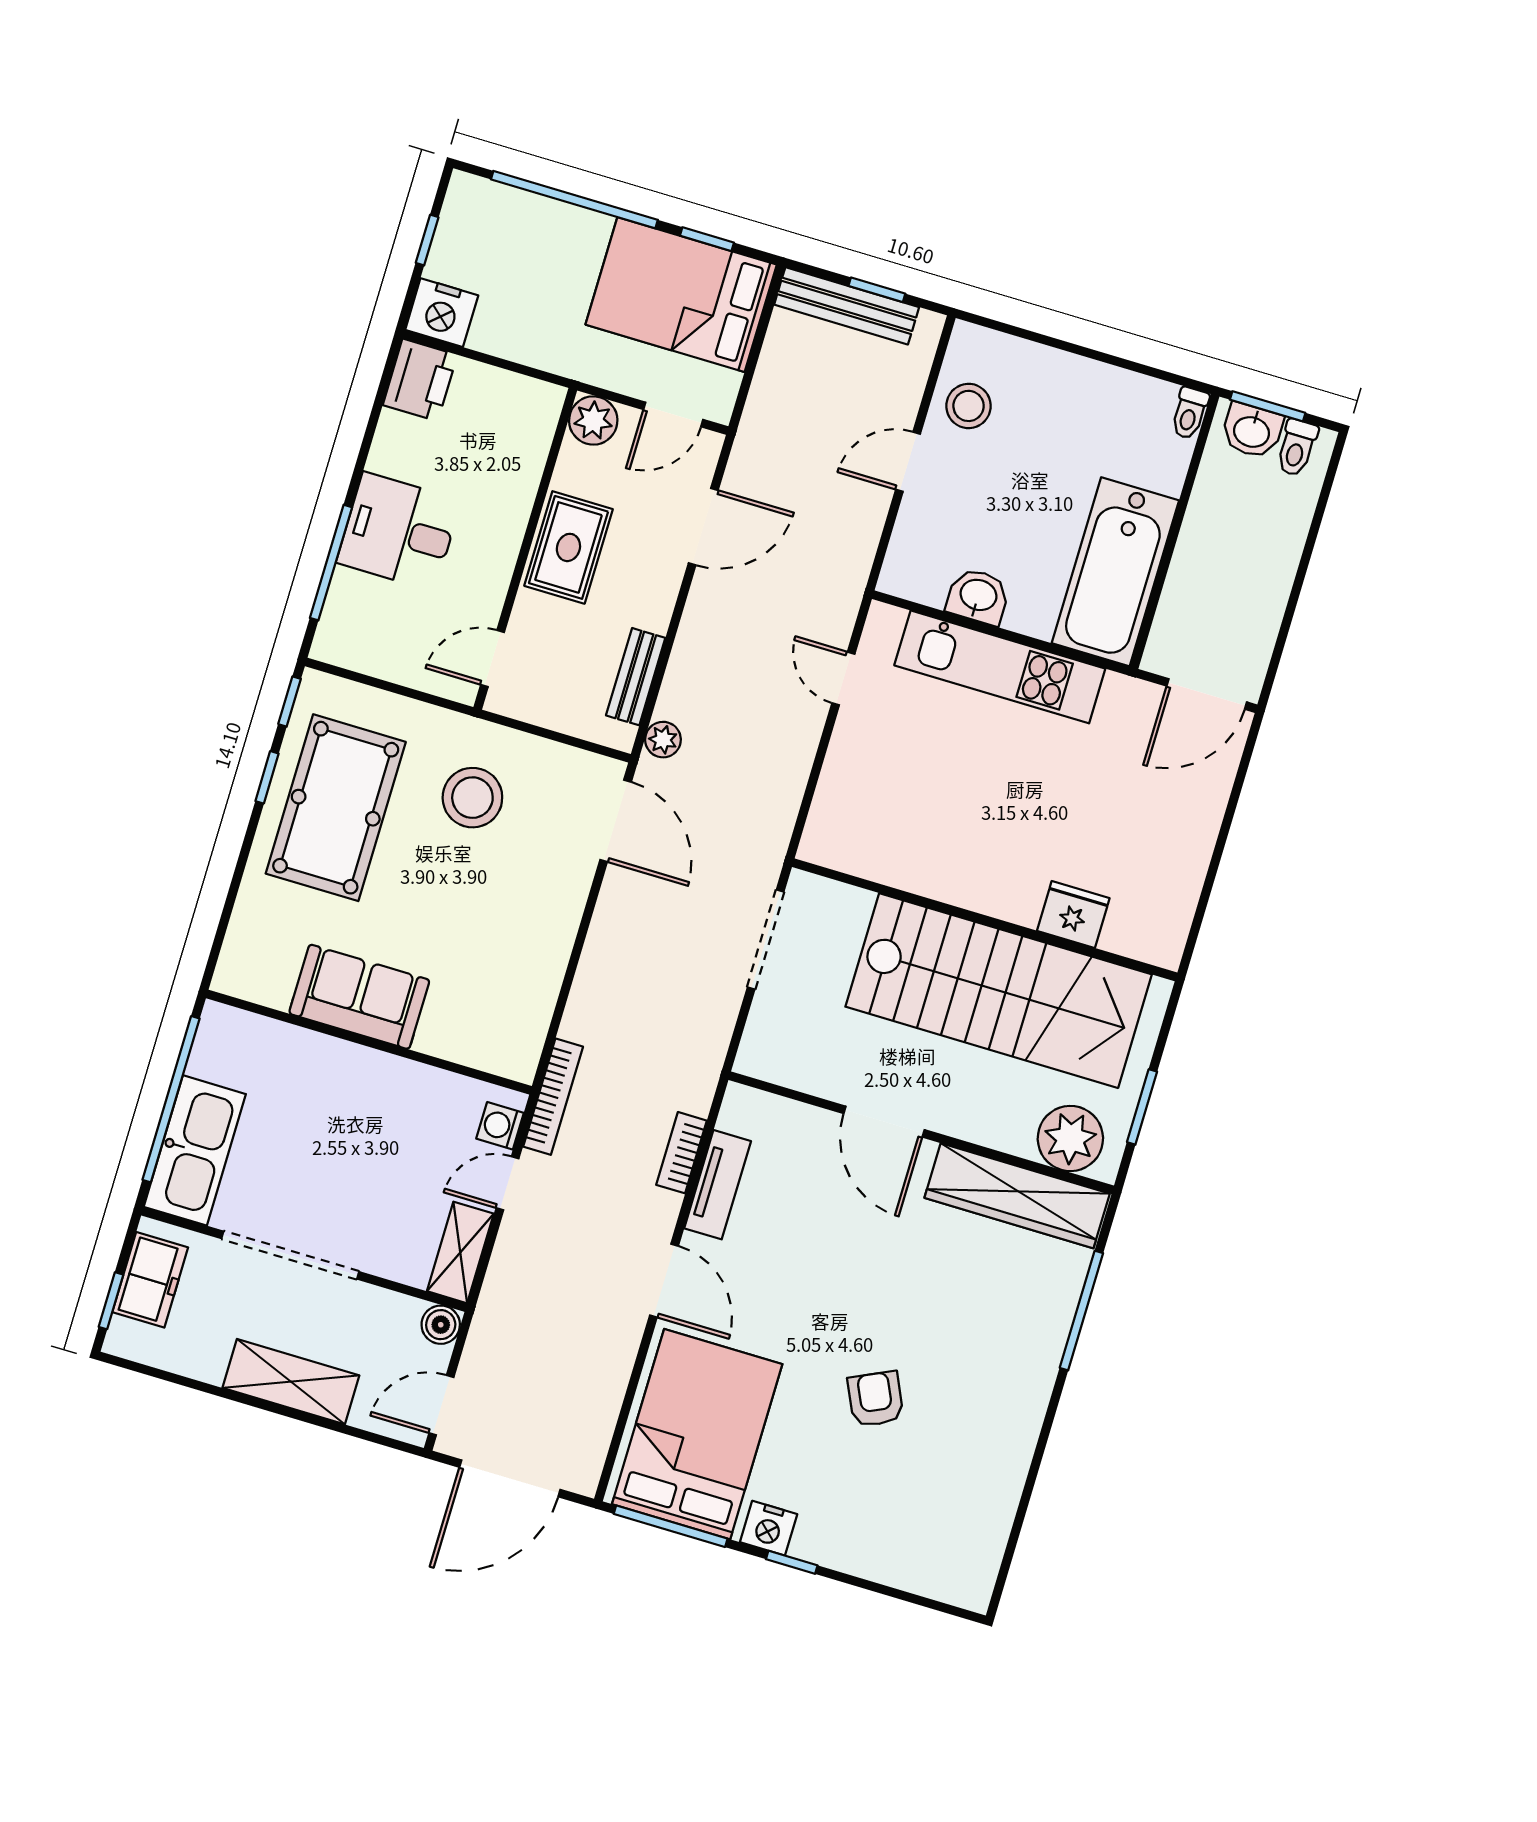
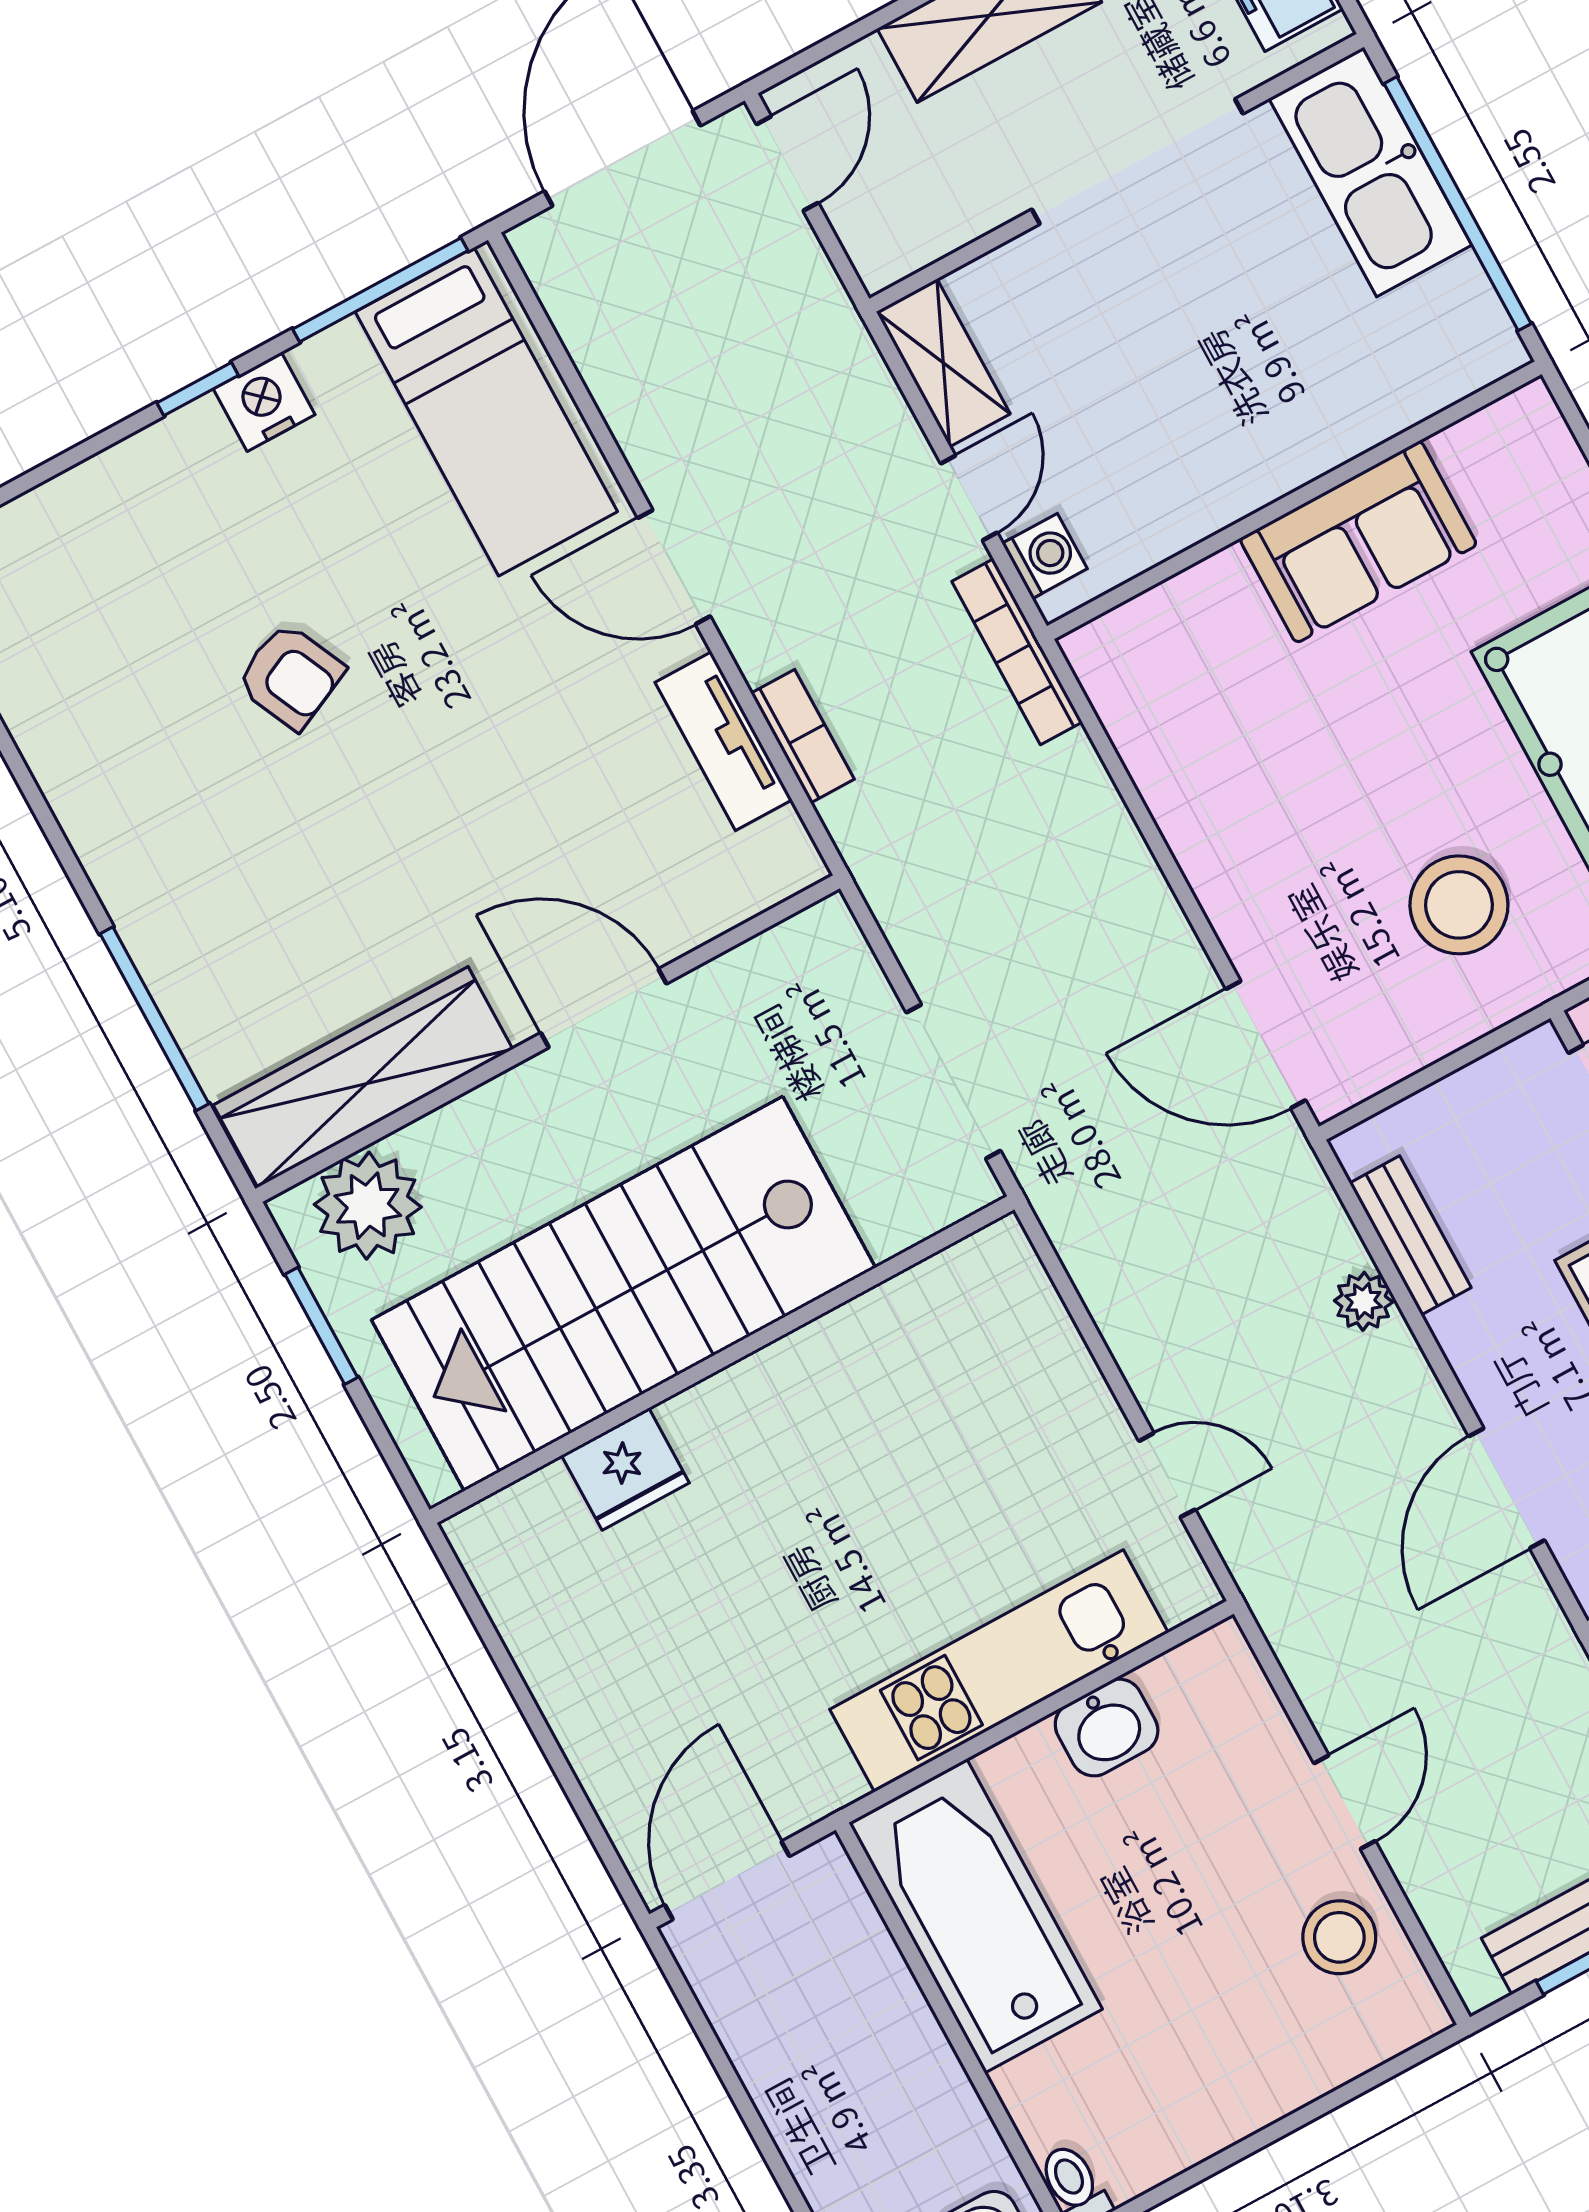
plant: (663, 740) -> (1364, 1301), moved
boiler: (441, 1325) -> (882, 256), removed
bed: (697, 1434) -> (486, 412), width x0.67

